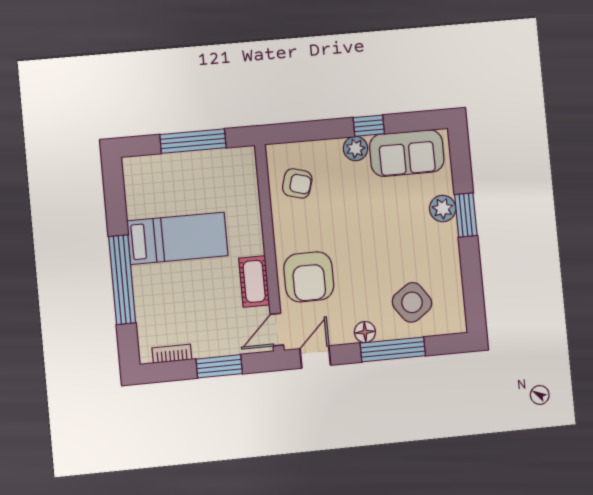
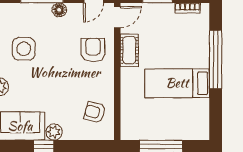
armchair: (309, 277) -> (93, 50), width x0.73, depth x0.73
side table: (412, 302) -> (24, 49), moved, turned 35

